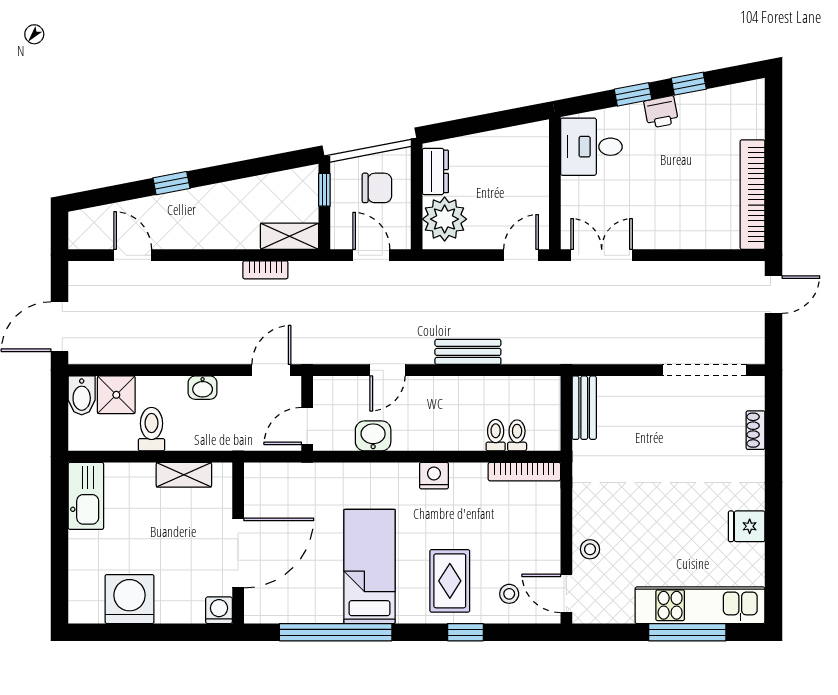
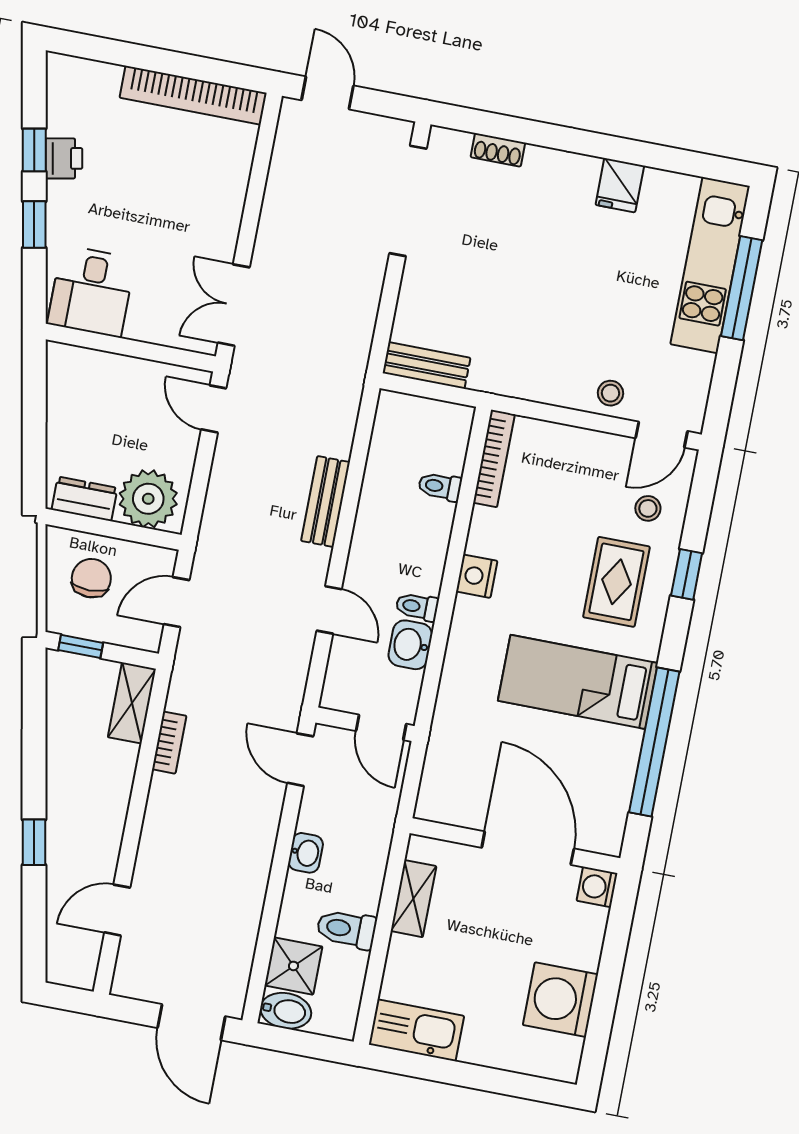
printer: (661, 112) -> (64, 158), moved
toilet: (517, 435) -> (417, 607), moved
rug: (450, 581) -> (616, 582), turned 90

